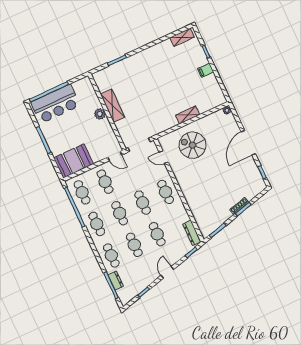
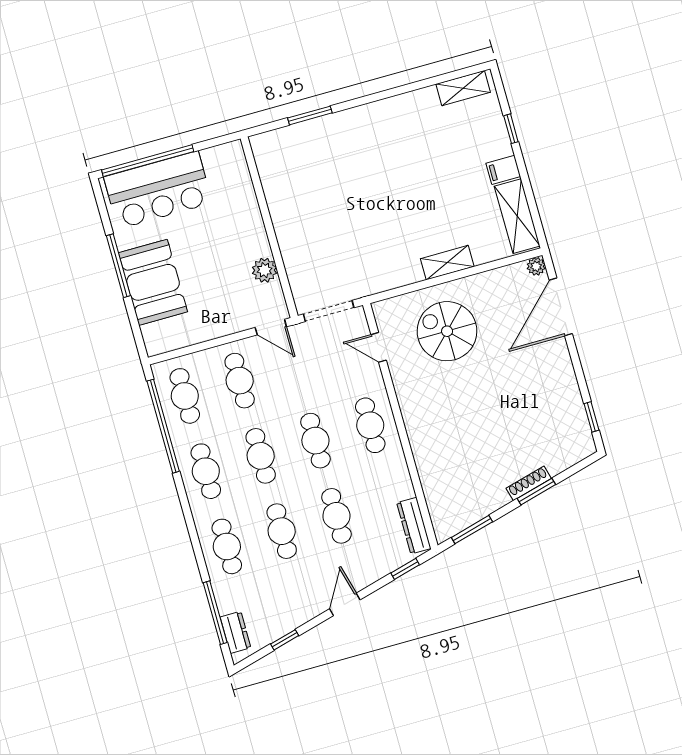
shelving: (113, 106) -> (517, 216), moved
plant: (100, 114) -> (264, 270), moved
door: (248, 143) -> (561, 307), moved
booth: (74, 161) -> (153, 282), moved, turned 90
dresser: (116, 281) -> (236, 632), moved

